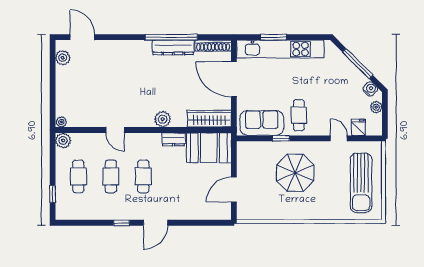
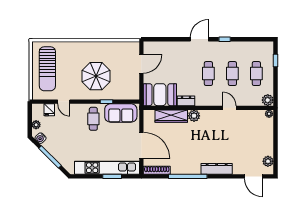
dresser: (173, 47) -> (217, 169), moved
wardrobe: (209, 119) -> (171, 116), moved
sun lounger: (361, 183) -> (47, 69), turned 180

